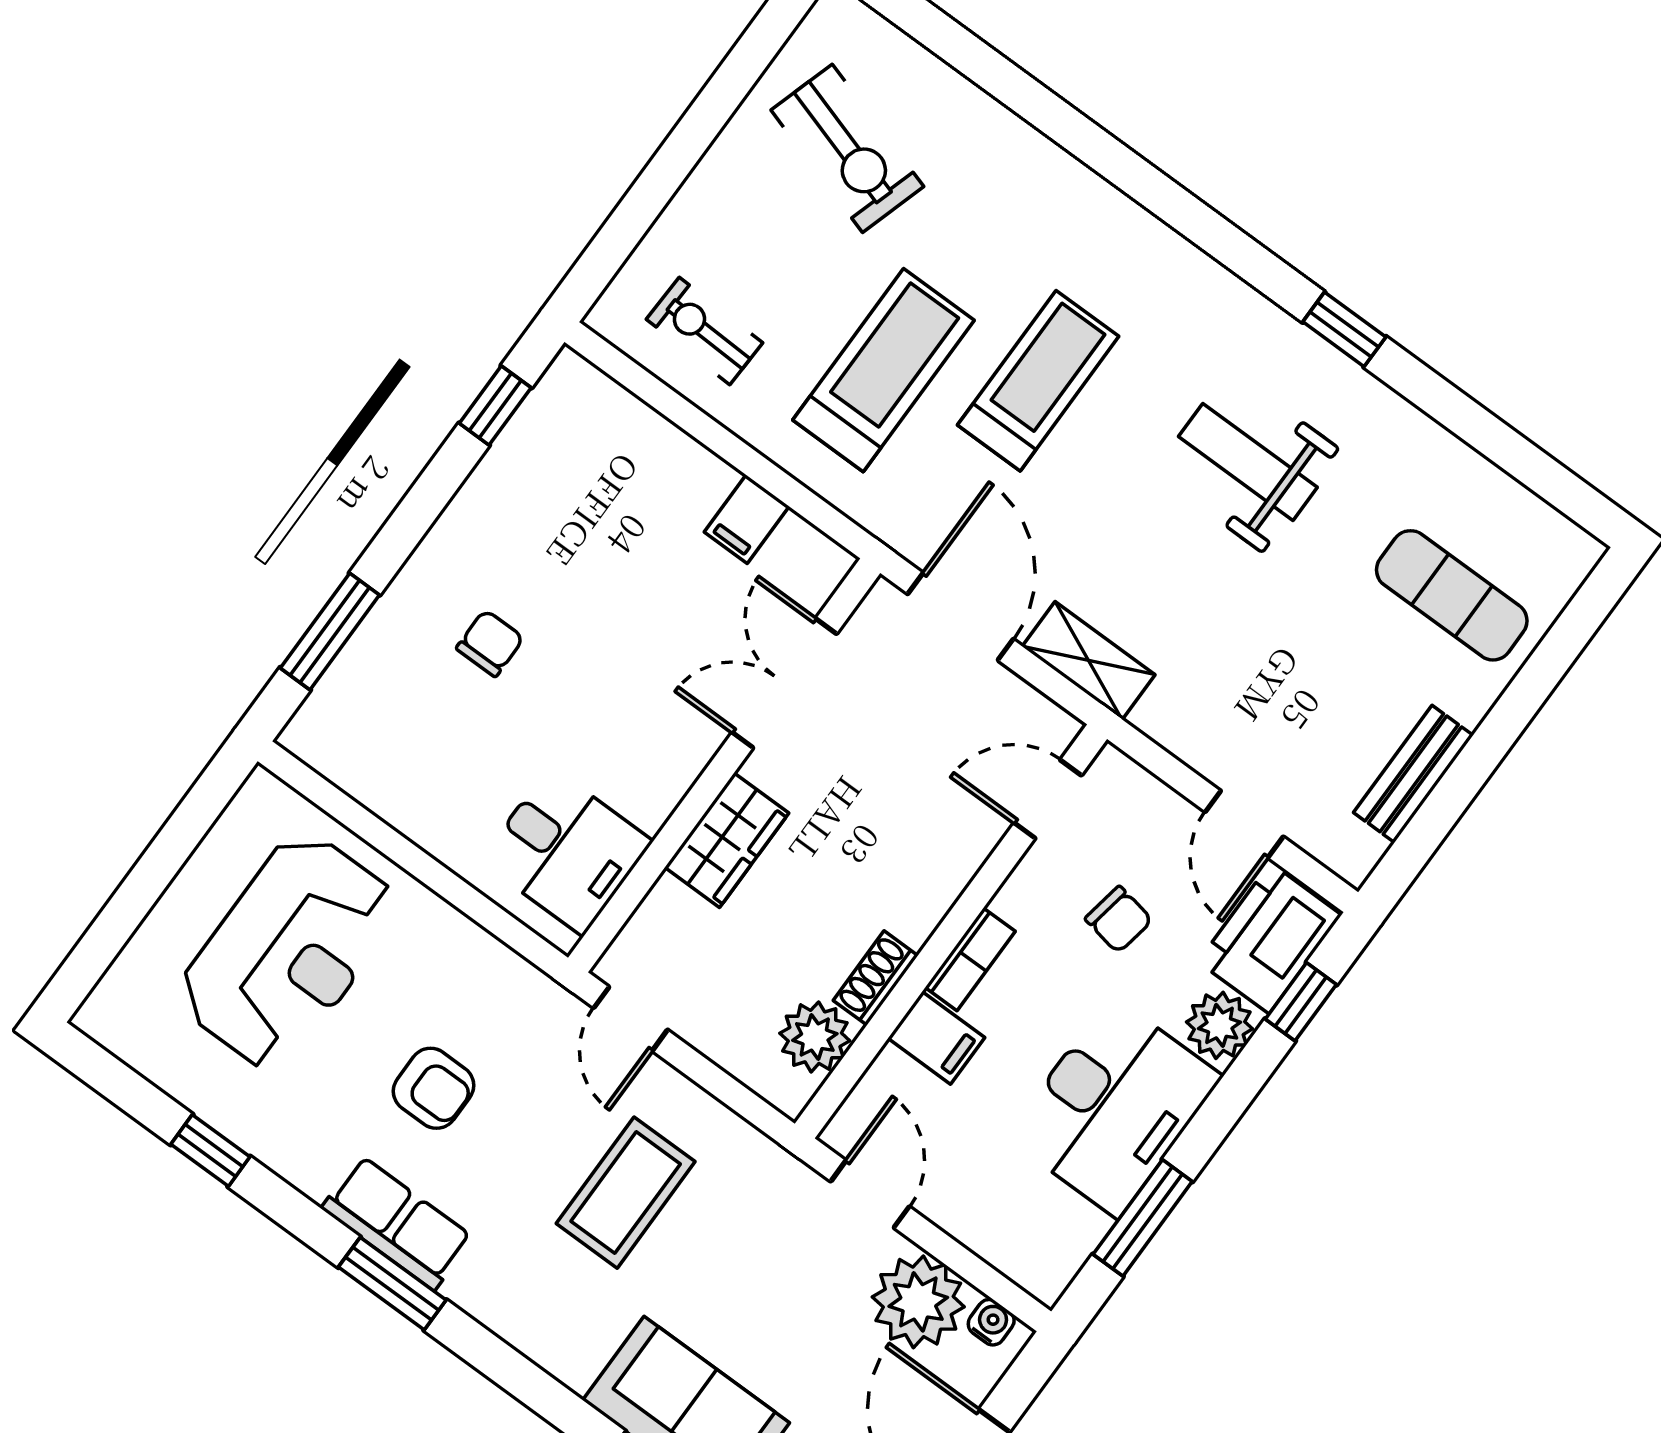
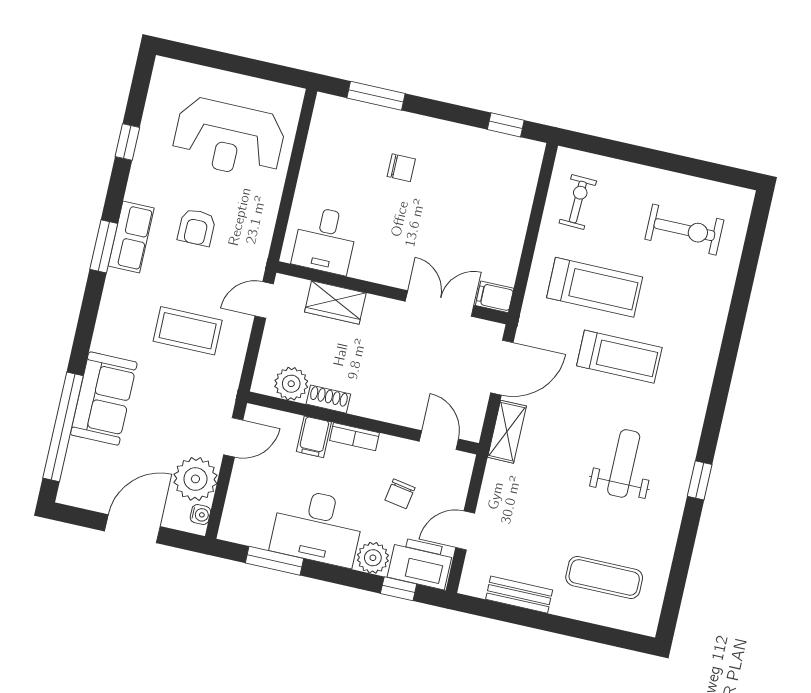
exercise bike: (847, 148) -> (684, 230), turned -107
filing cabinet: (747, 519) -> (495, 297), moved
exercise mat: (1452, 595) -> (604, 577), turned 90
wardrobe: (727, 840) -> (335, 302), moved

